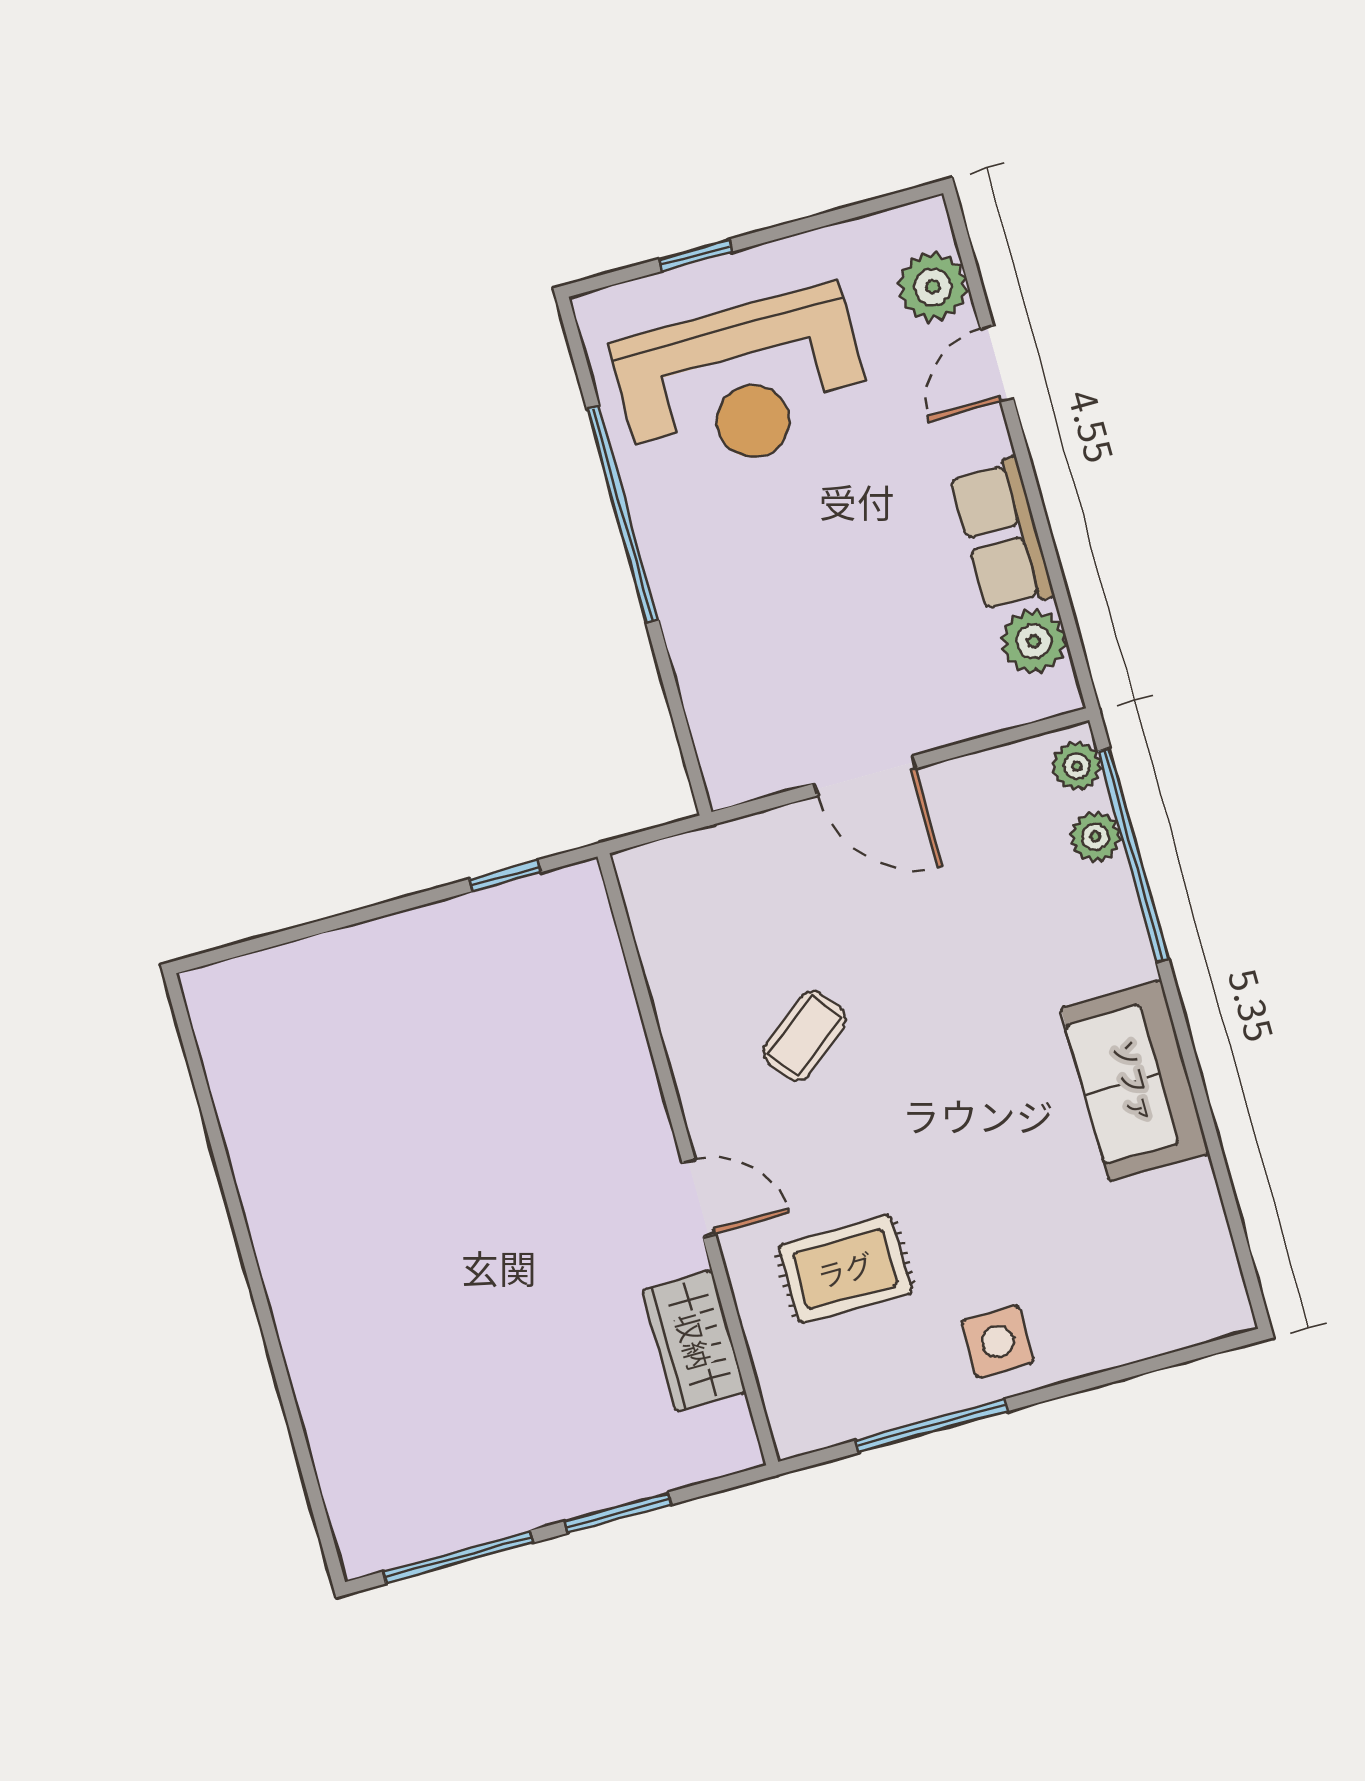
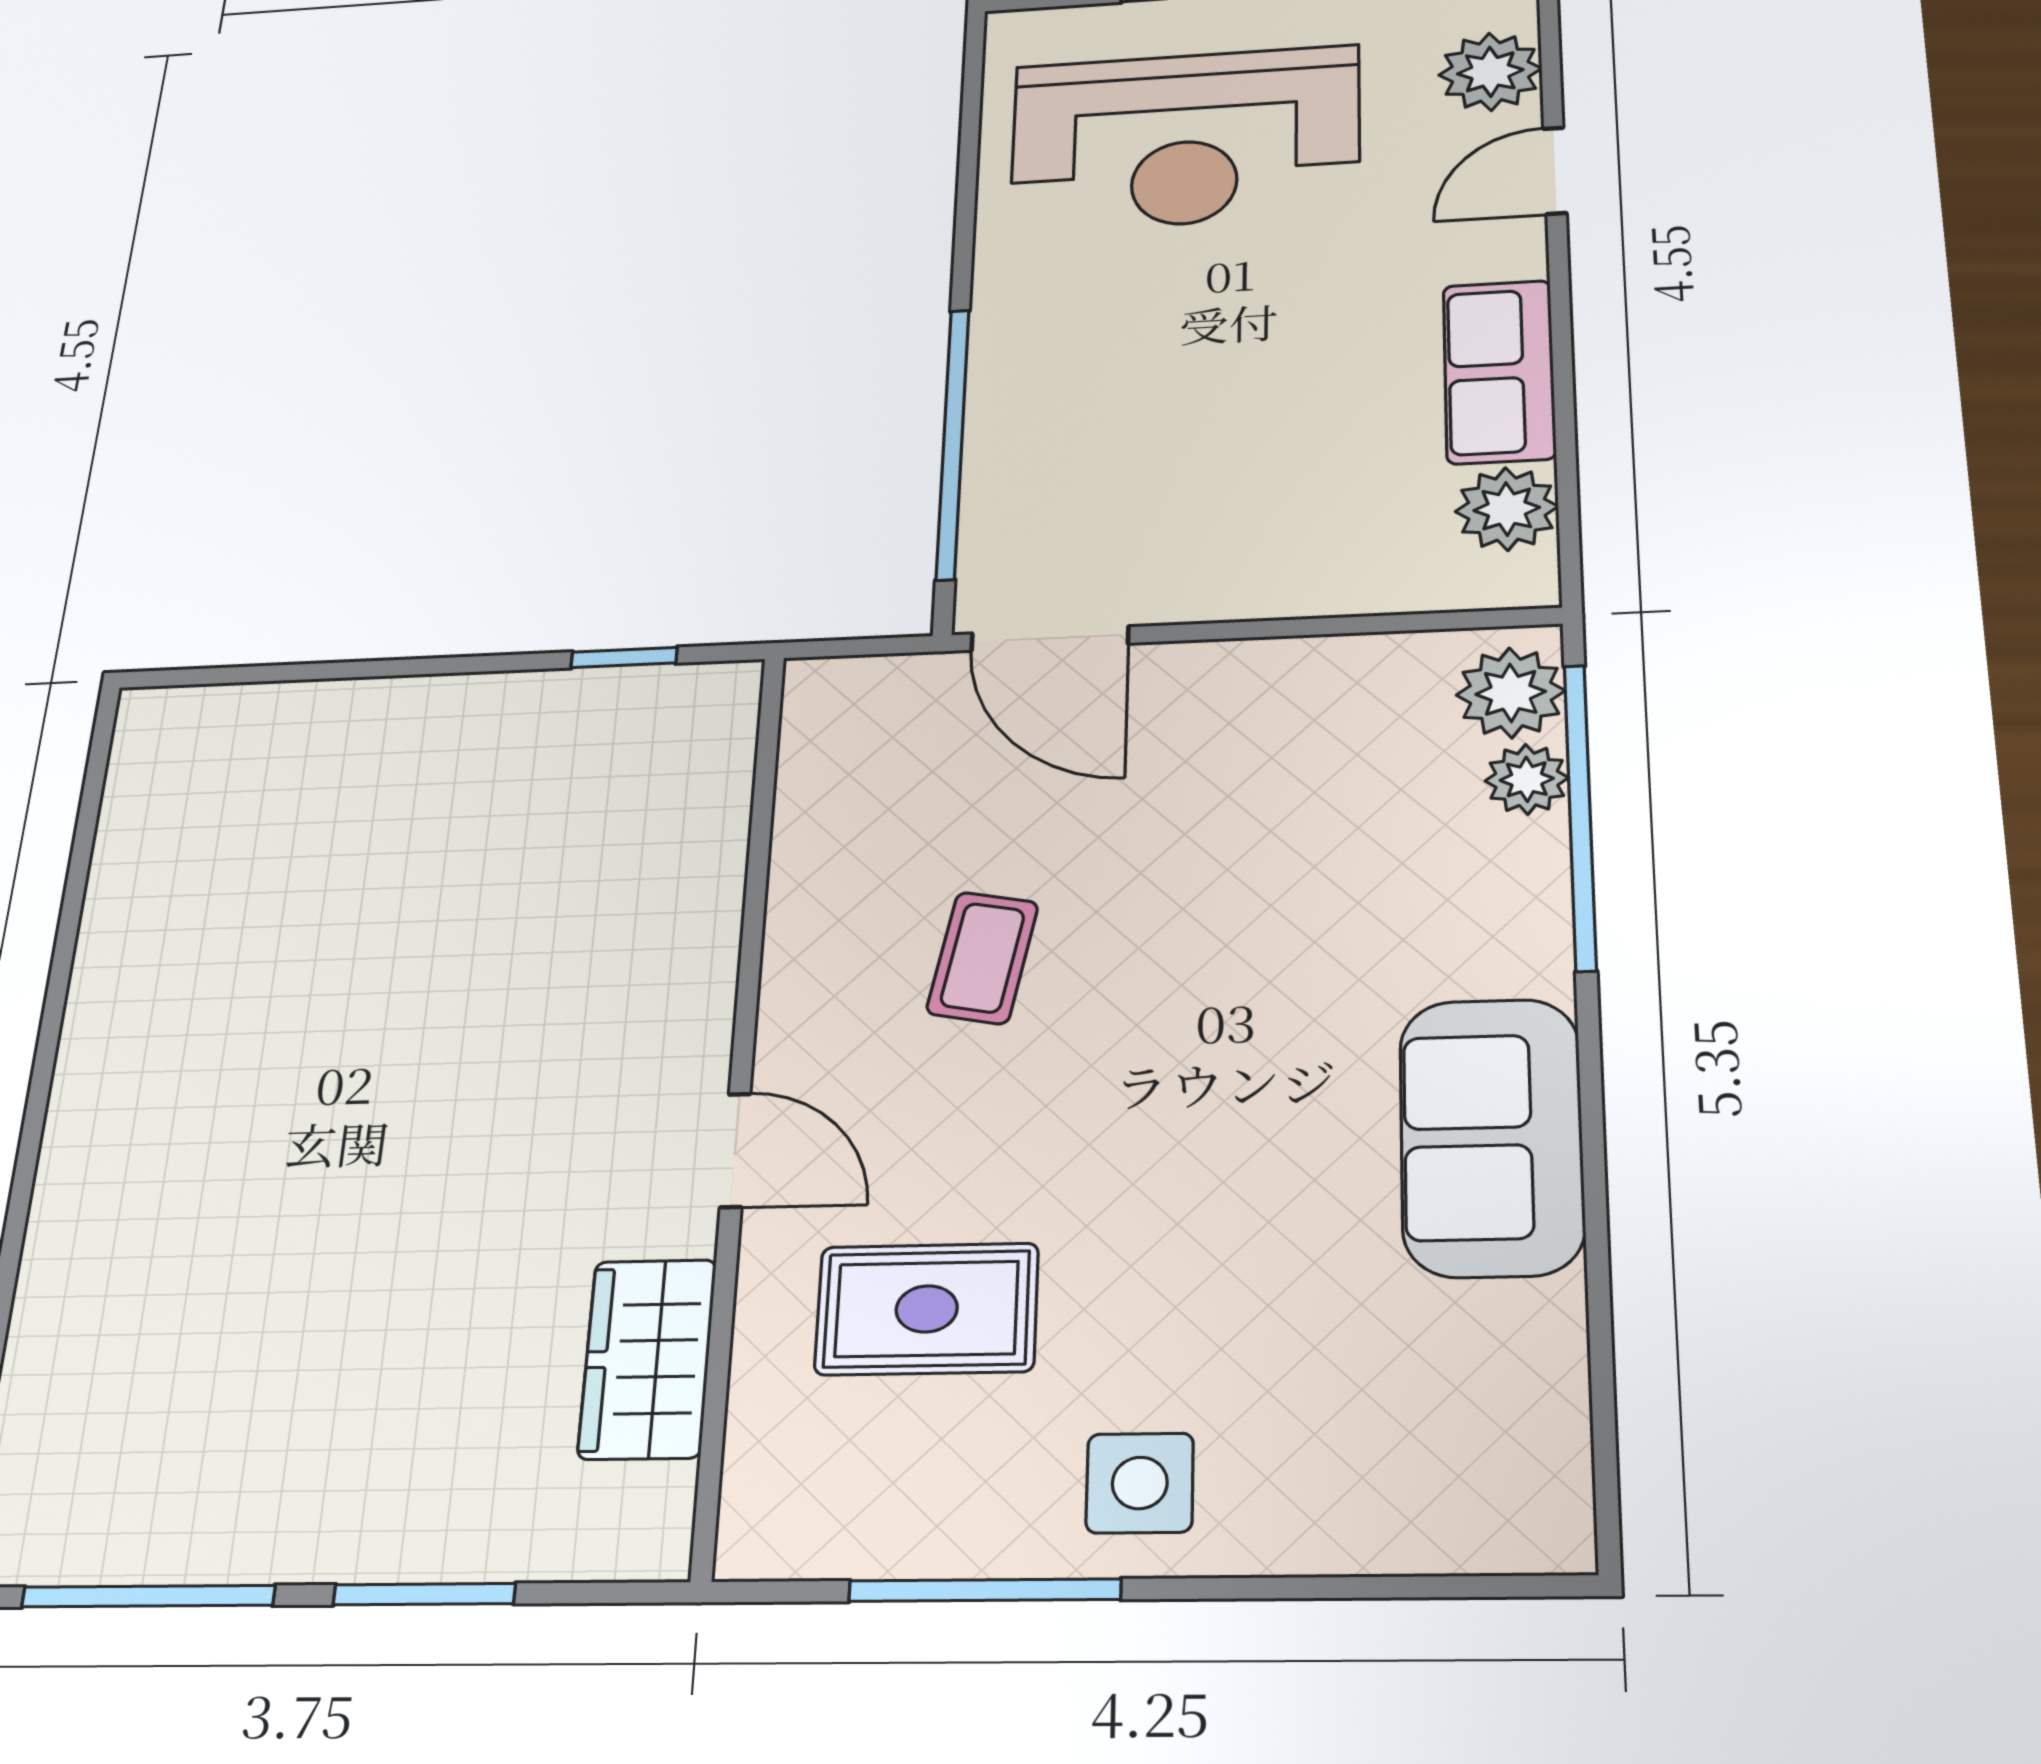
window: (623, 514) -> (953, 443), moved
plant: (1077, 766) -> (1511, 693), width x1.38, depth x1.38
door: (865, 776) -> (1050, 639), moved
coffee table: (805, 1036) -> (982, 958), turned -41

